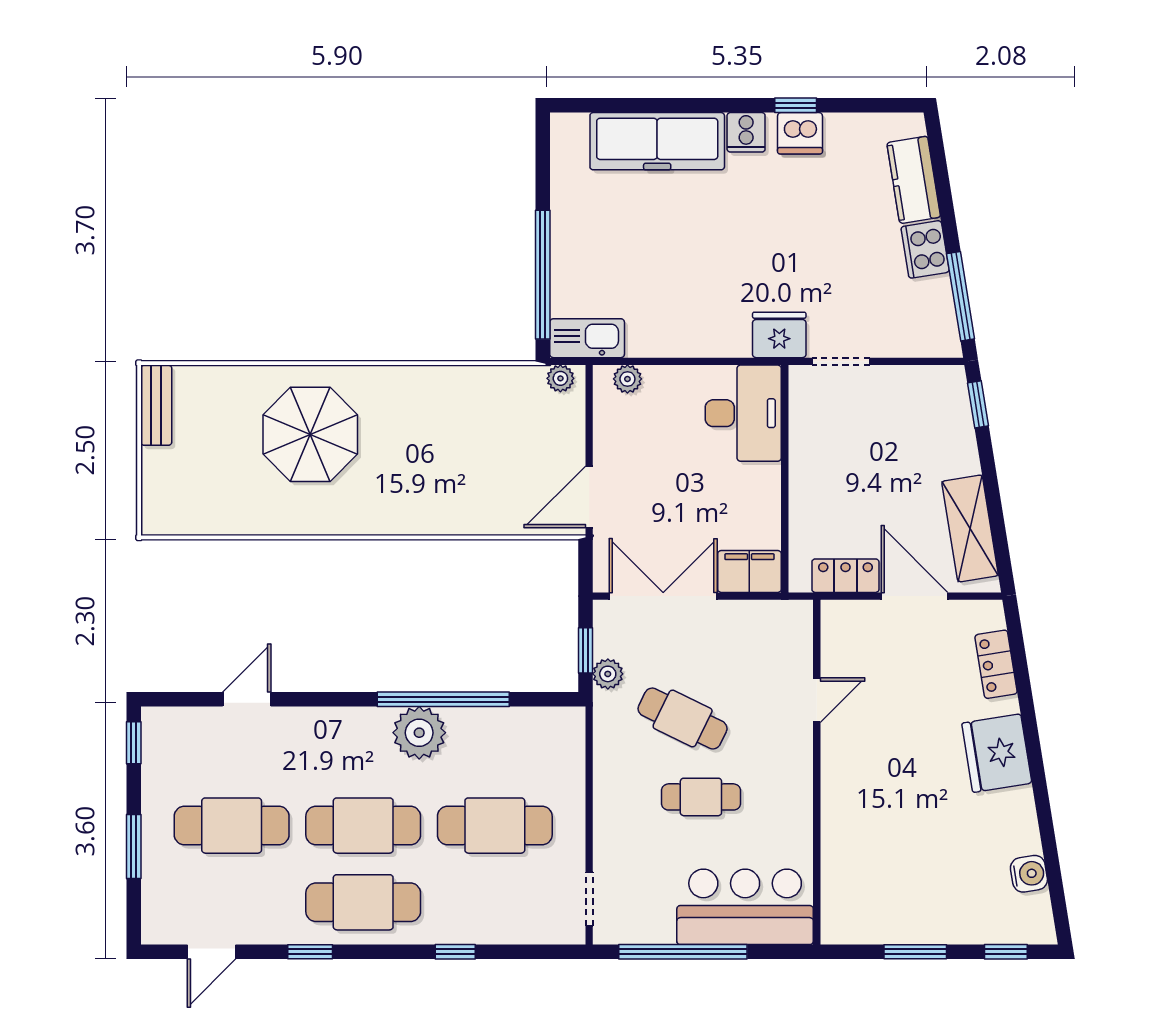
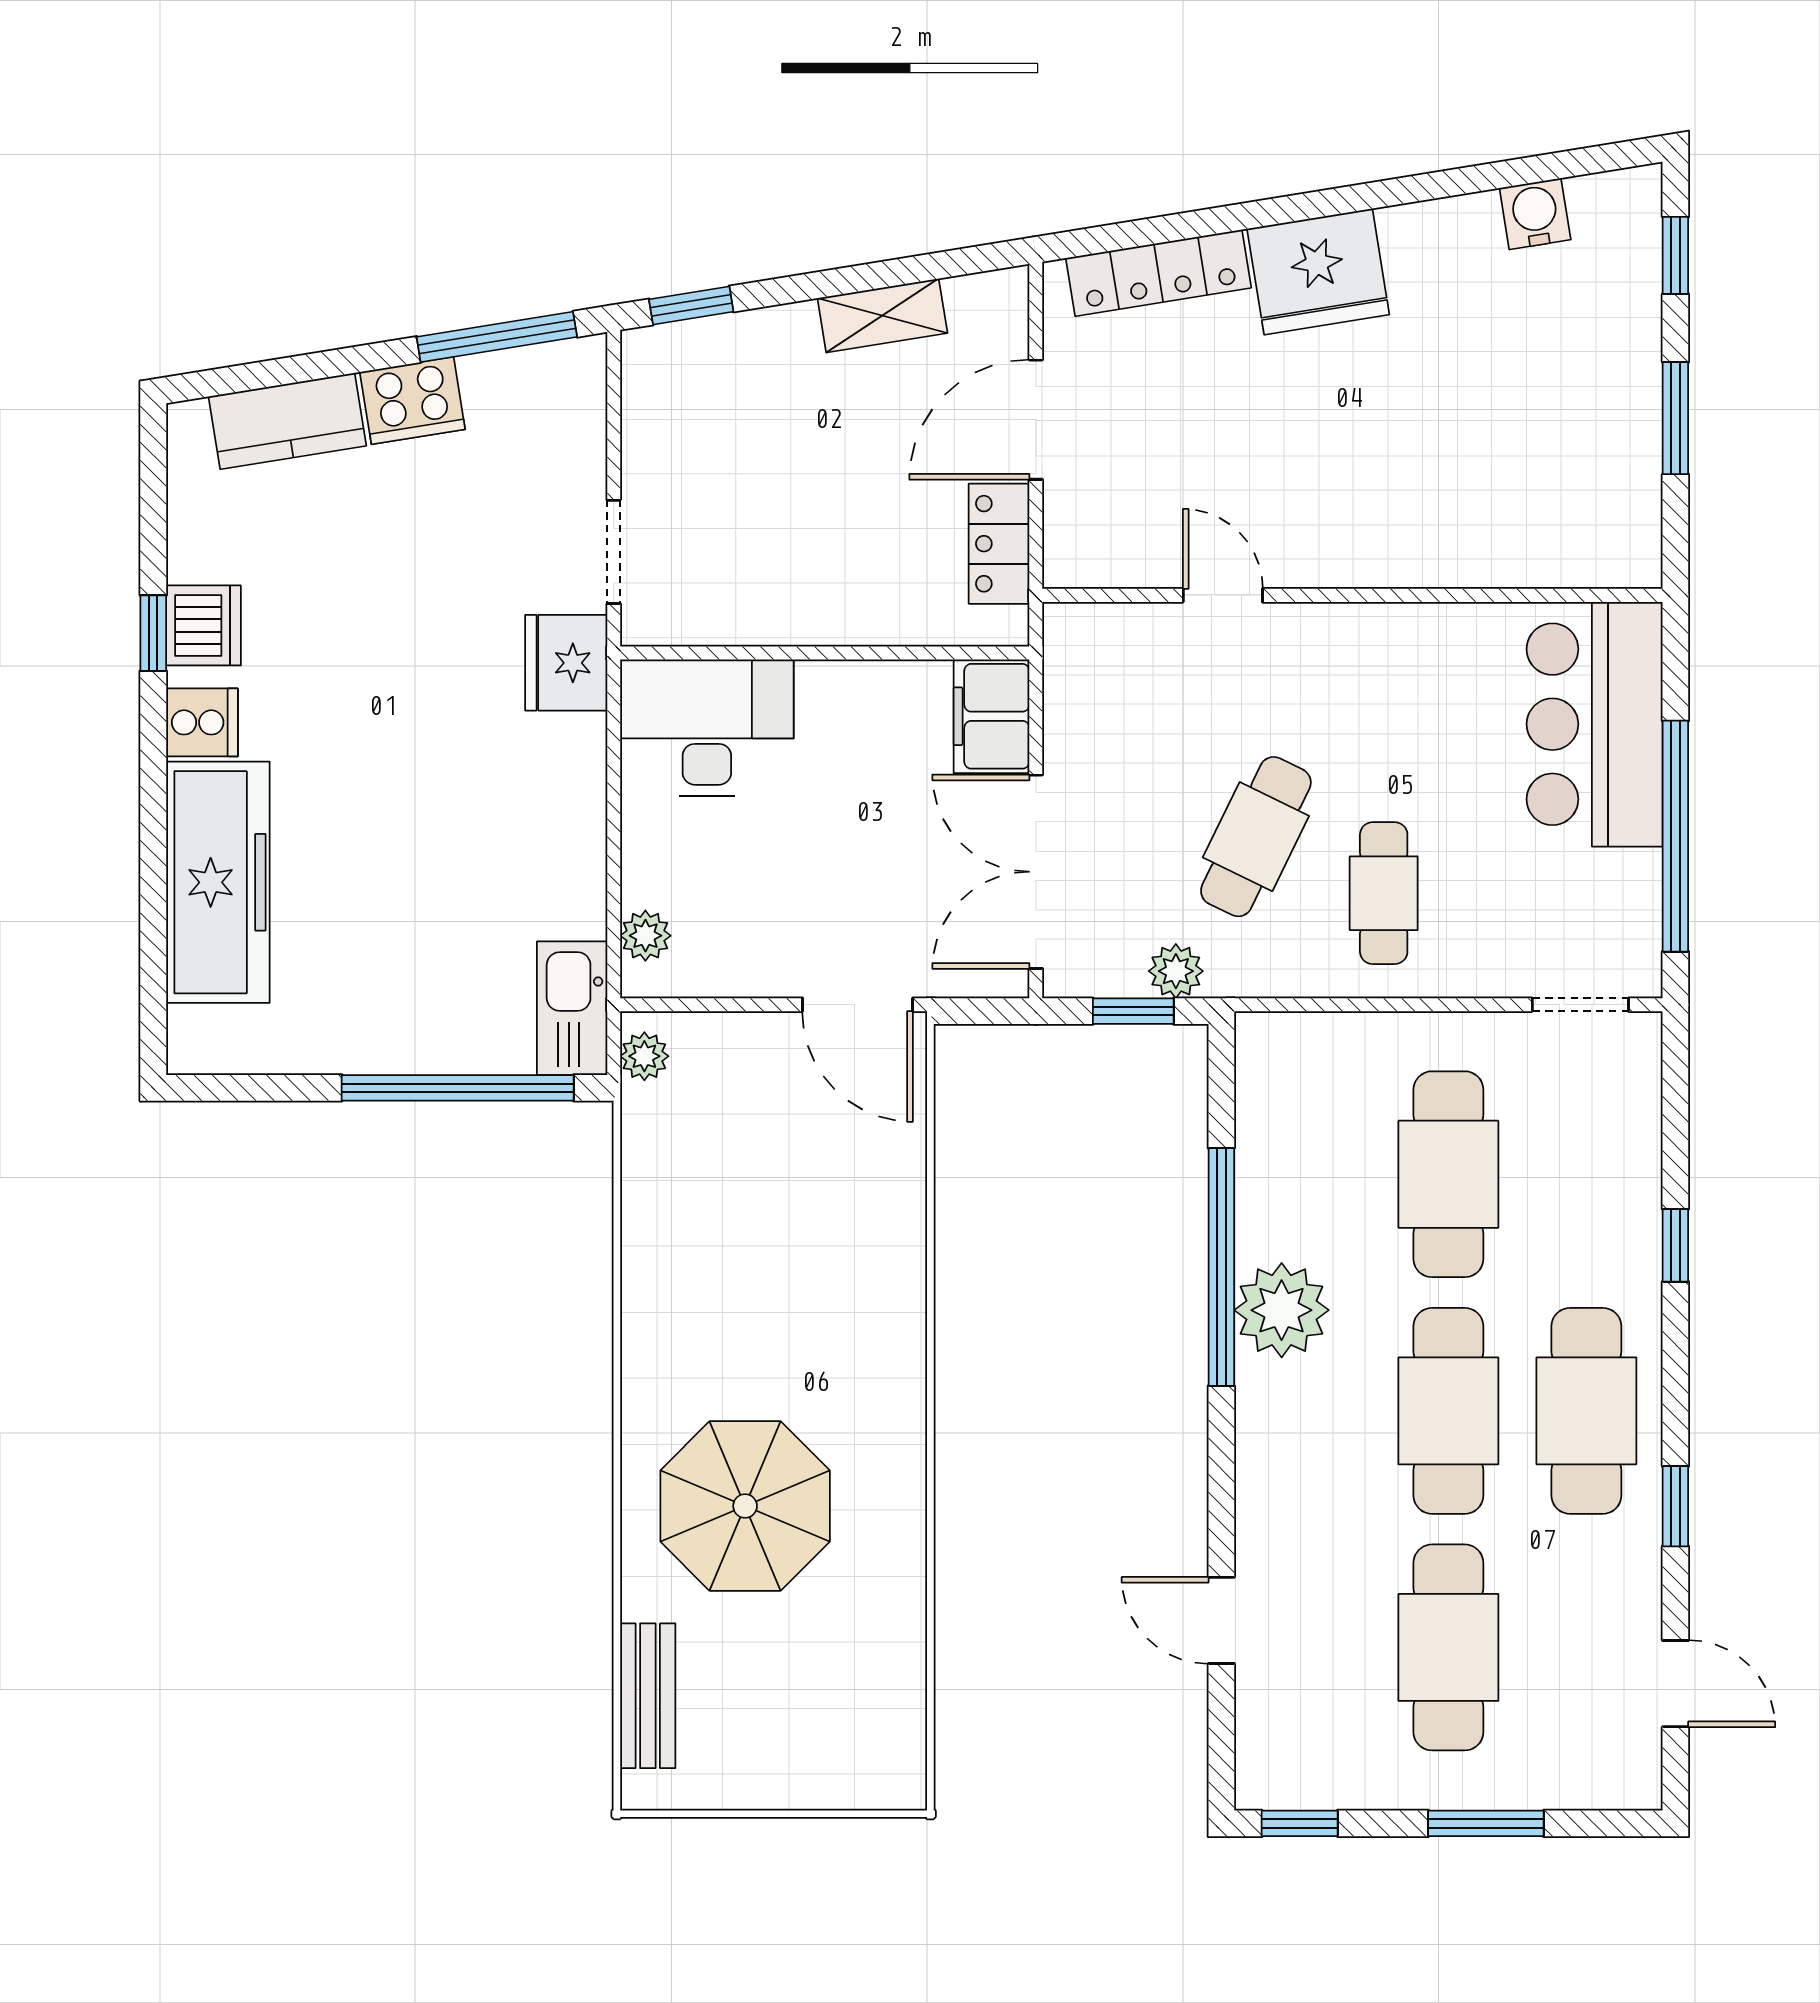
bench: (156, 405) -> (648, 1696), moved, turned 90
shelving: (970, 528) -> (882, 316), width x0.67, depth x0.75
locker: (996, 664) -> (1158, 273), width x1.53
cafe table: (701, 797) -> (1384, 893), moved

